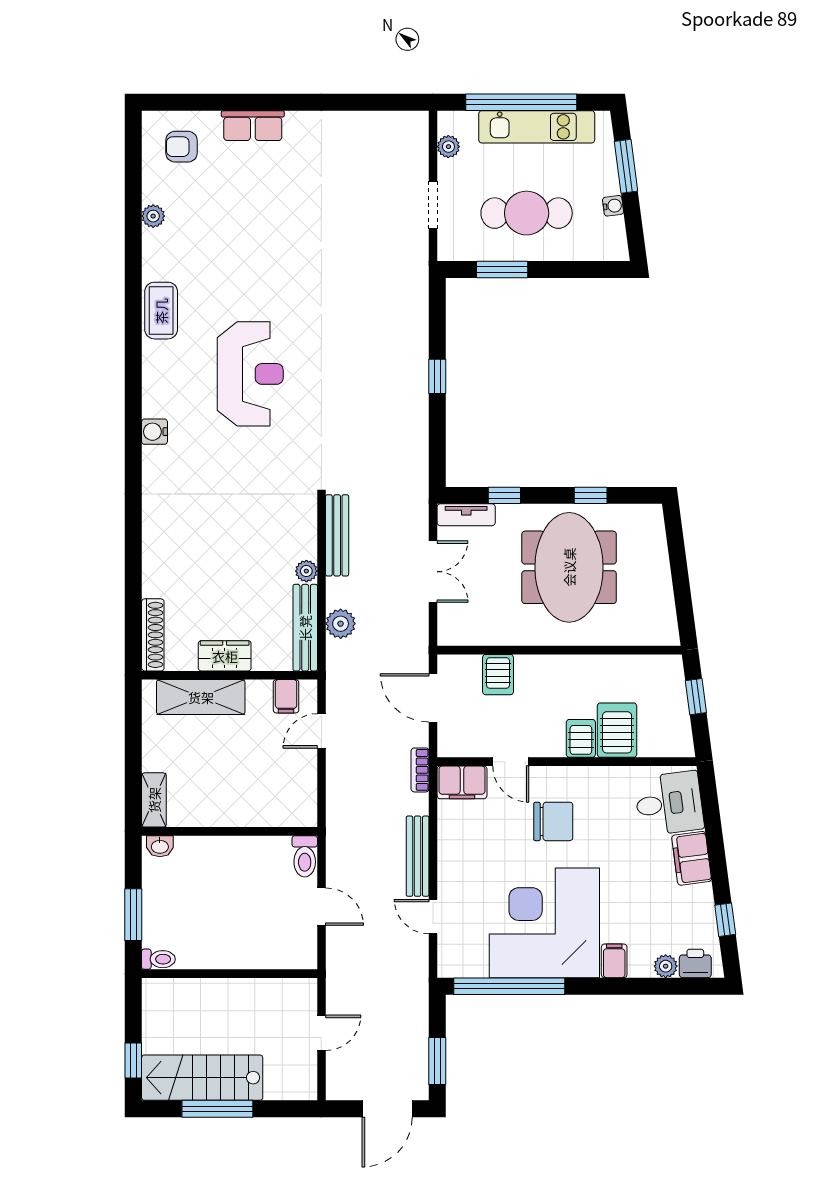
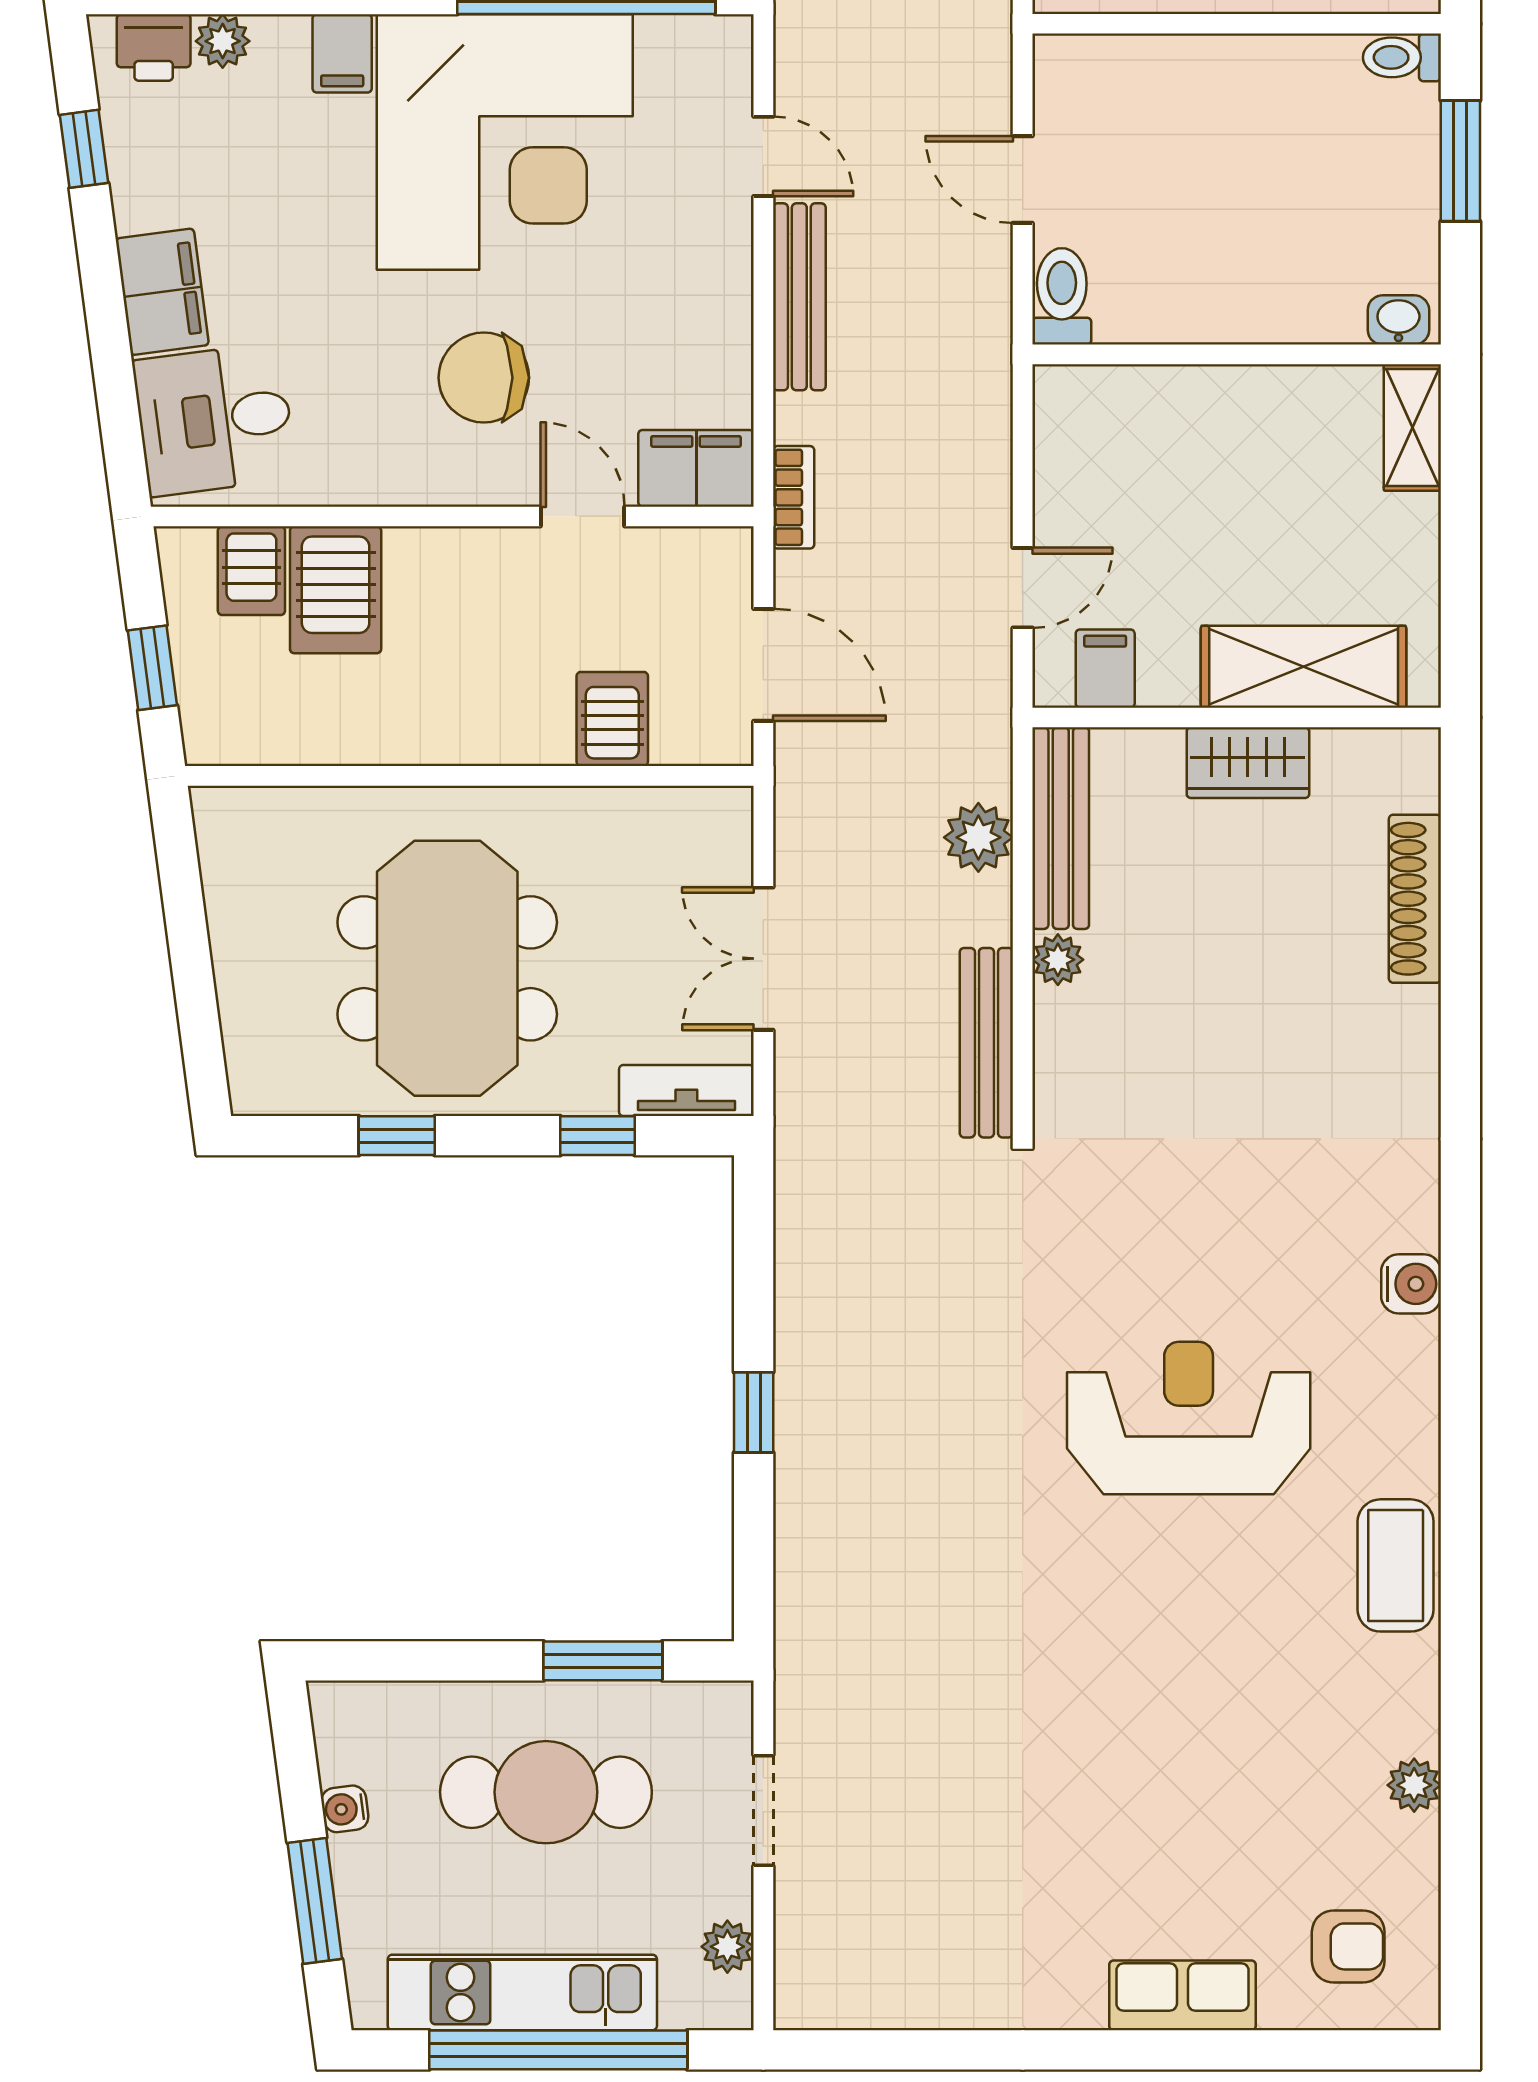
reception desk: (250, 374) -> (1189, 1418), turned 90
shoe rack: (153, 635) -> (1415, 899), moved
server rack: (581, 738) -> (251, 571), moved

